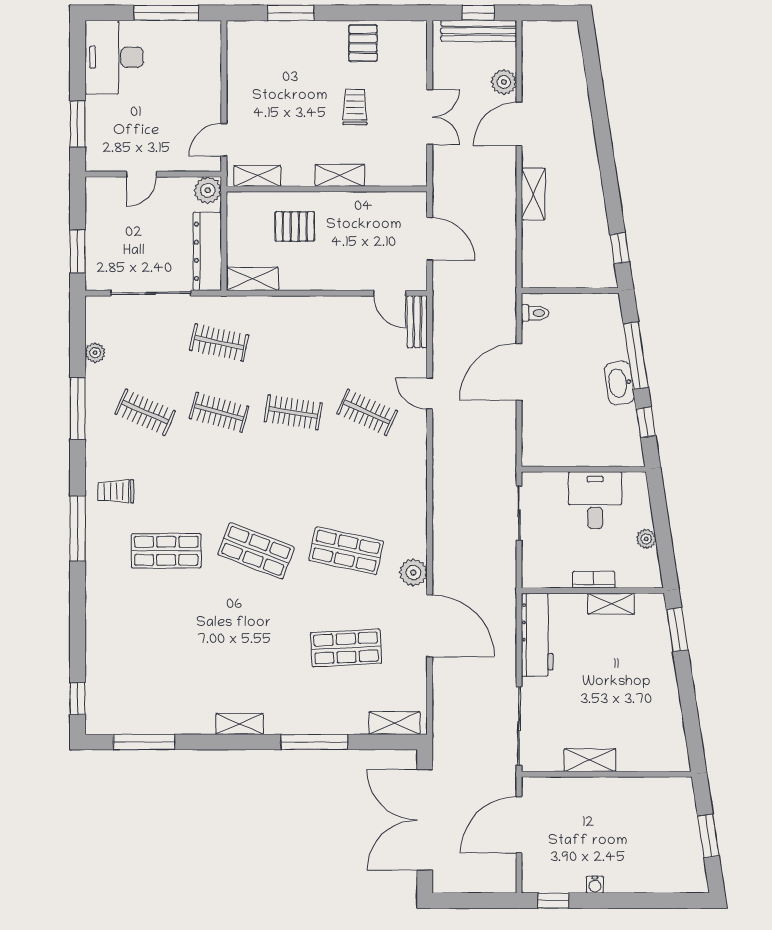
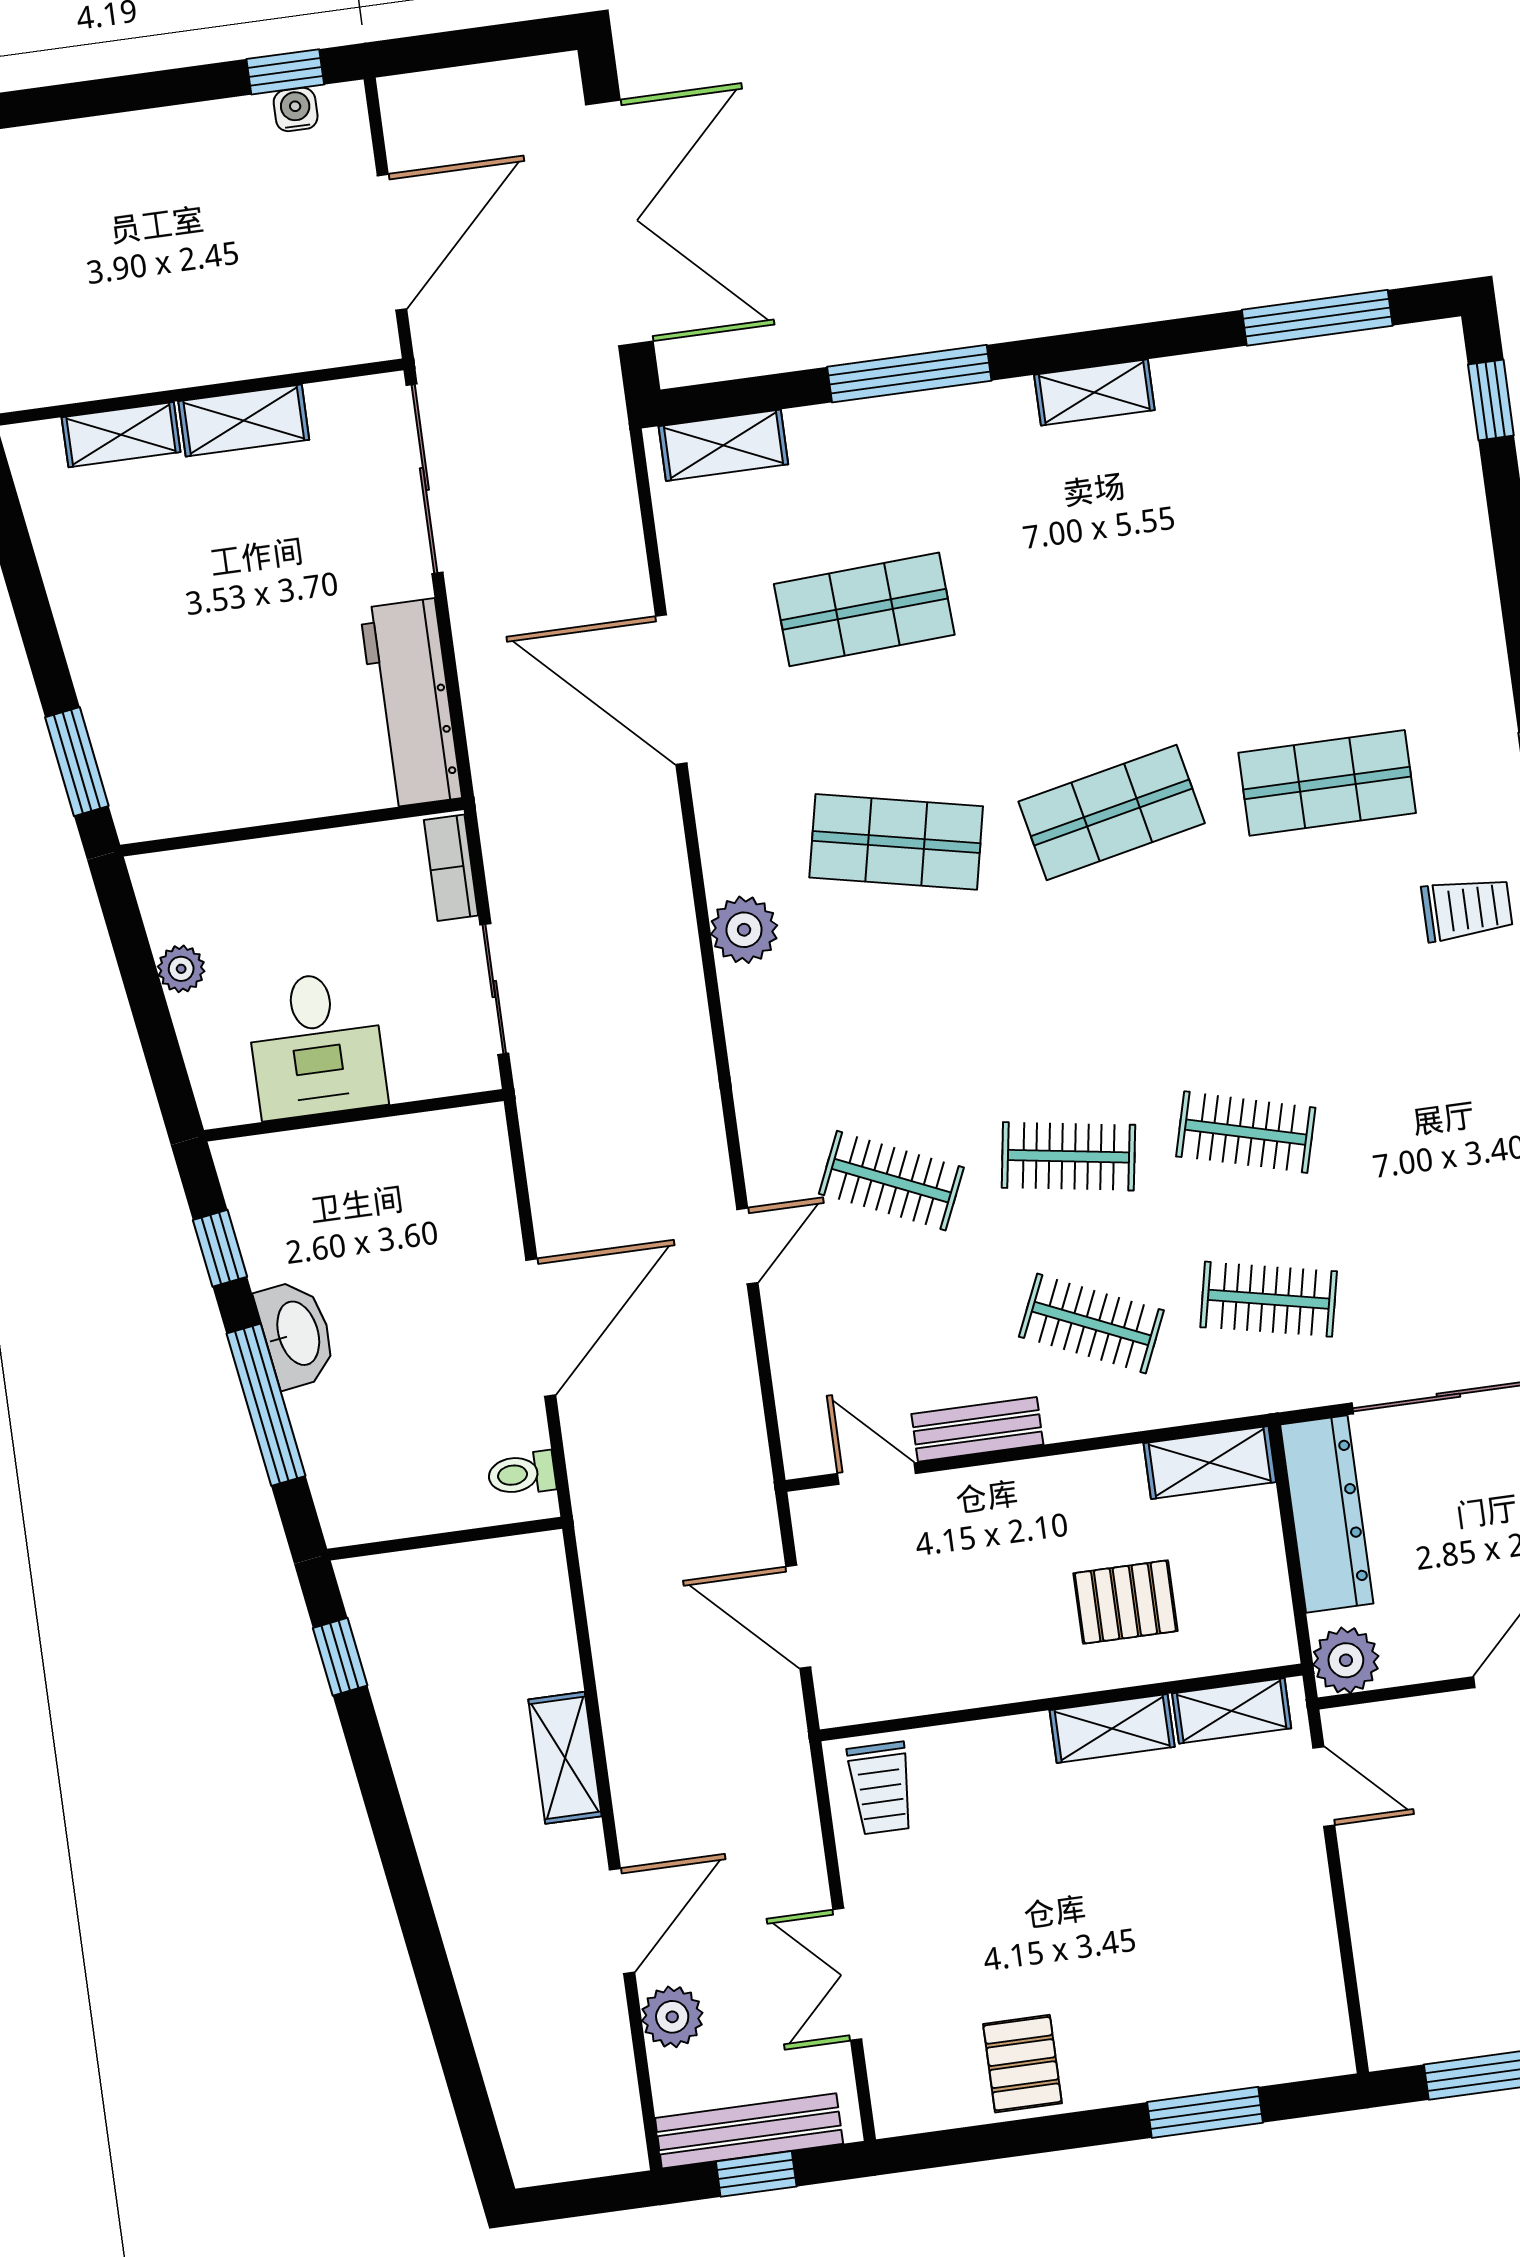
trolley: (355, 107) -> (881, 1788), moved
double door: (430, 117) -> (847, 1974), moved
door: (224, 140) -> (1324, 1786), hinge flipped
shelving: (340, 175) -> (1112, 1729), moved
bench: (417, 322) -> (977, 1429), moved, turned 90
door: (430, 394) -> (747, 1246), hinge flipped
clothes rail: (145, 412) -> (1091, 1323), moved
shop shelf: (256, 551) -> (1112, 812), turned -33
plant: (413, 573) -> (744, 930), moved
bookcase: (594, 580) -> (451, 868), moved, turned 90
shelving: (611, 604) -> (121, 435), moved
water cooler: (595, 885) -> (296, 110), moved

